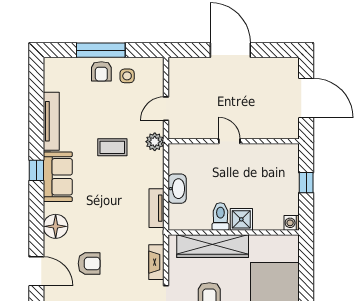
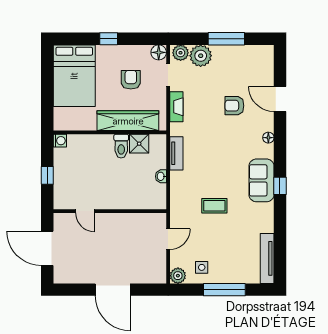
armchair: (101, 71) -> (224, 271), removed
tv unit: (51, 121) -> (267, 258), moved
door: (229, 141) -> (85, 211), moved
plant: (155, 142) -> (178, 276), moved
washbasin: (177, 189) -> (161, 176), width x0.52, depth x0.69
shower: (241, 219) -> (139, 144), moved
floor lamp: (56, 226) -> (268, 138), width x0.53, depth x0.53

